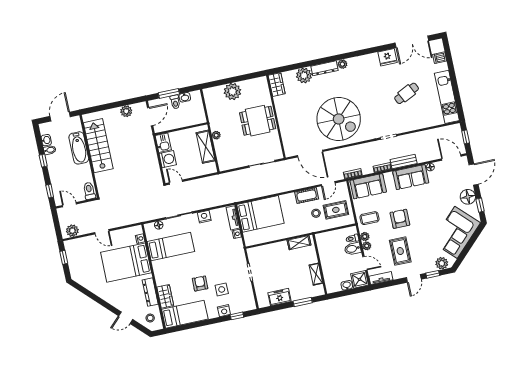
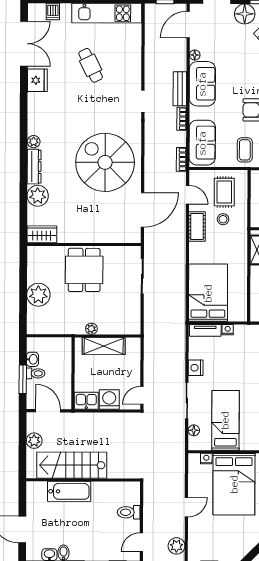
spiral stairs: (339, 119) -> (105, 162), turned -90
stairs: (98, 146) -> (72, 465), moved
bathtub: (79, 148) -> (69, 491), moved
wall: (89, 156) -> (83, 480), moved

